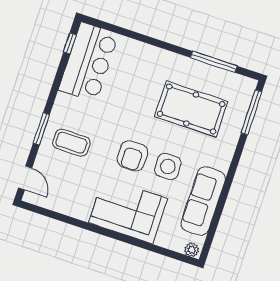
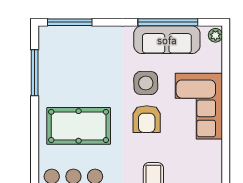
pool table: (191, 109) -> (79, 126), moved, turned 90
armchair: (132, 156) -> (147, 119), turned 90
window: (220, 208) -> (168, 22), added

